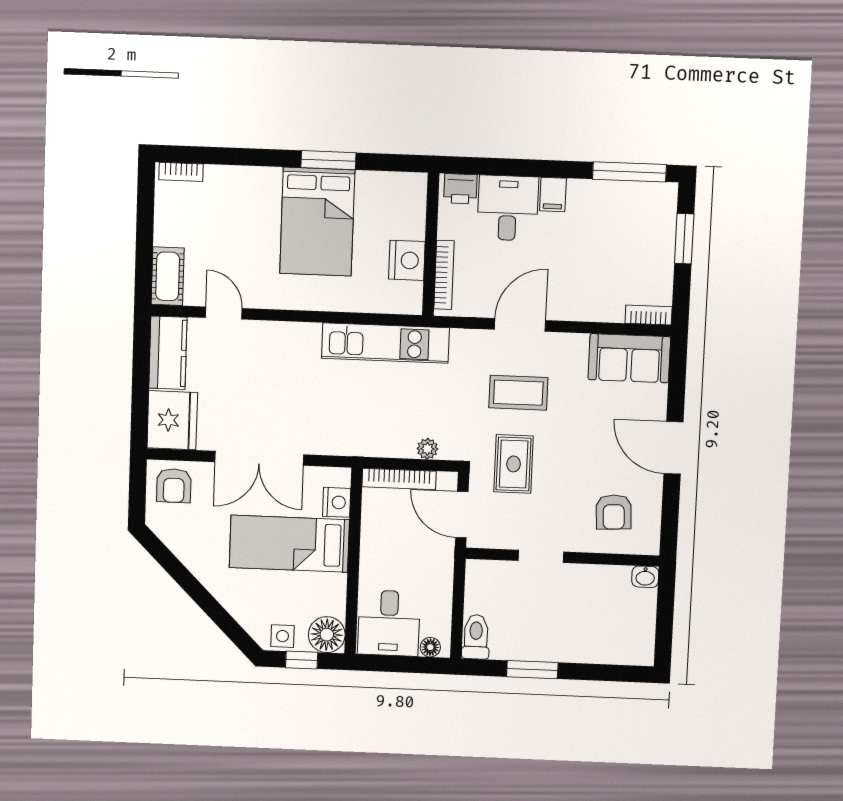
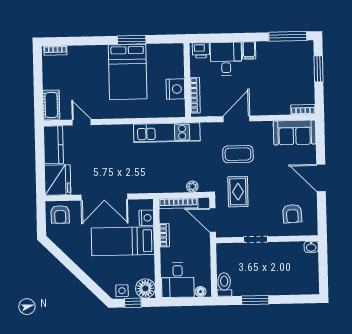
bookcase: (369, 537) -> (164, 235), added

